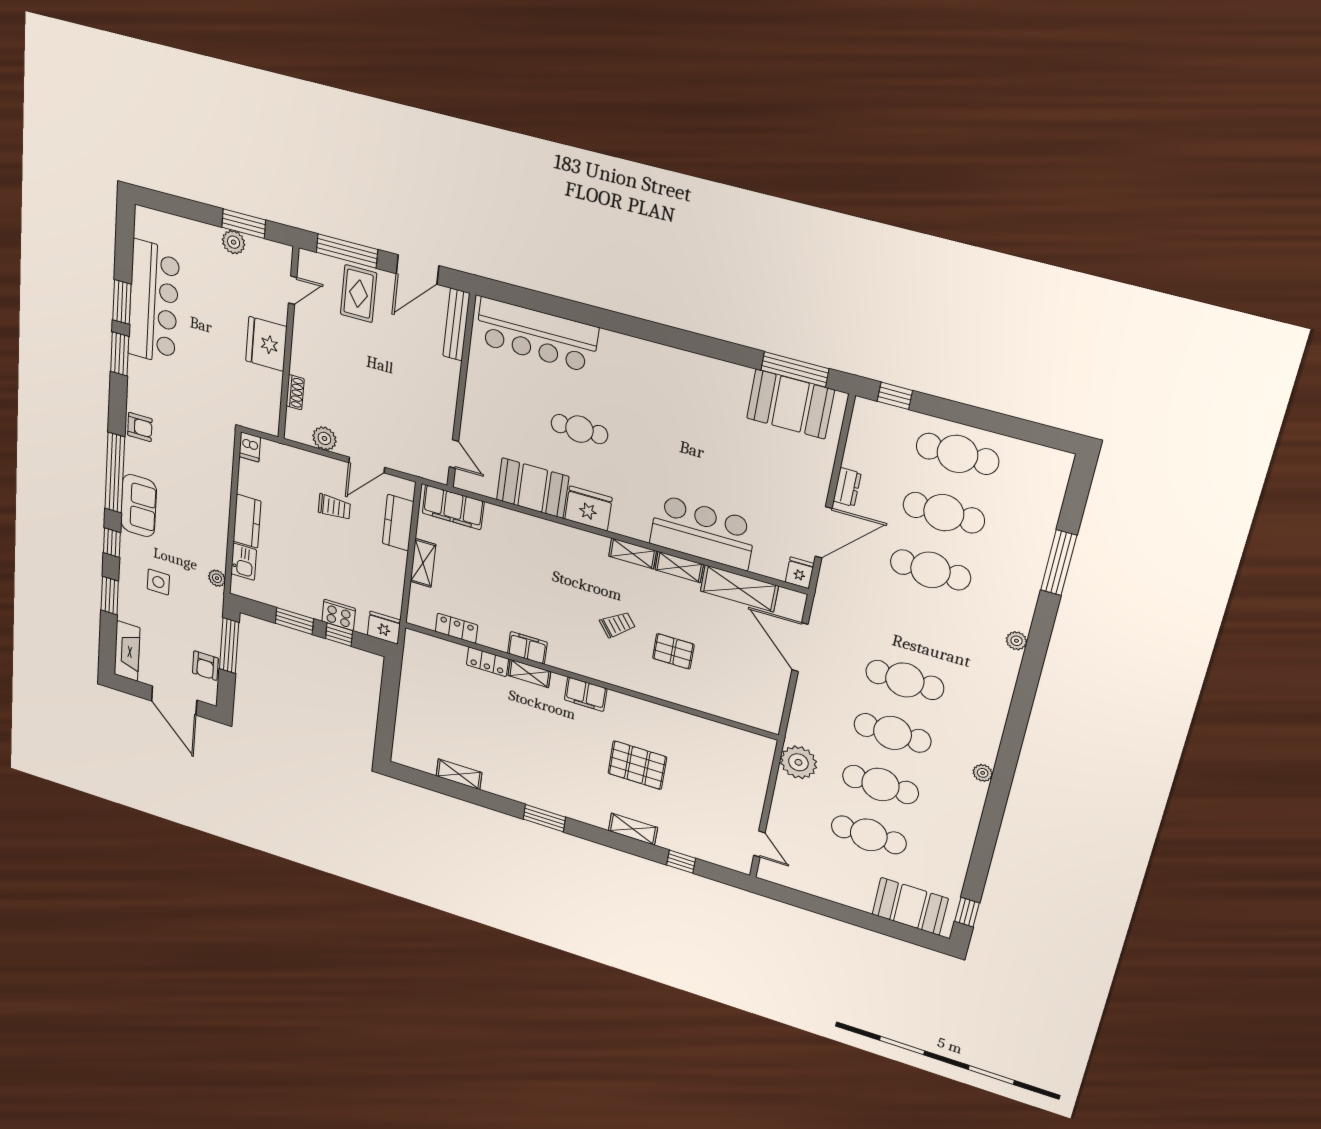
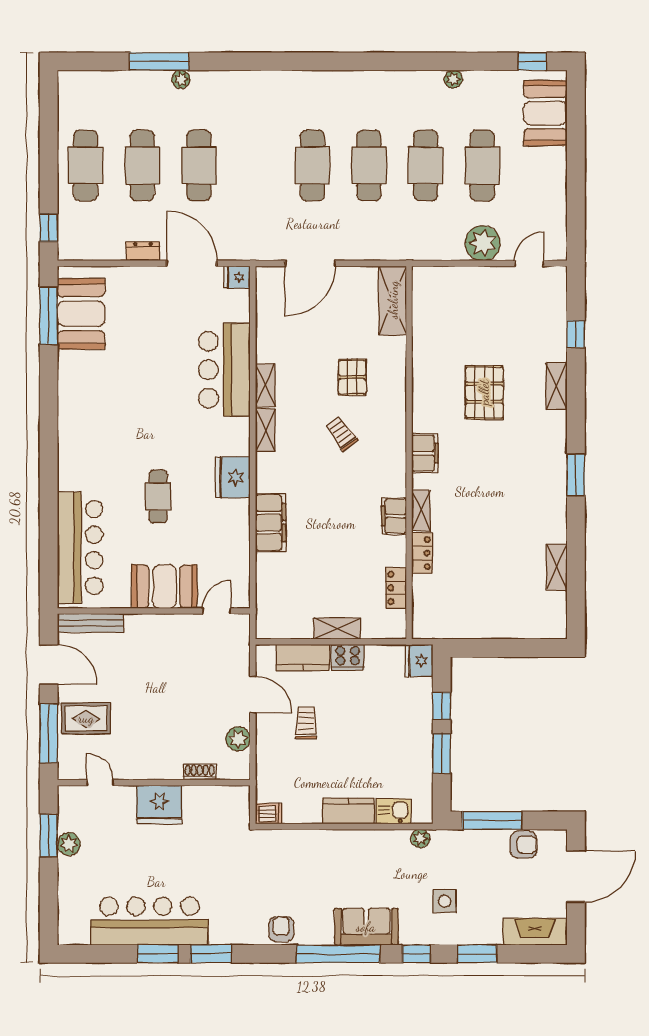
booth: (533, 488) -> (164, 587), moved, turned 90
filing cabinet: (453, 507) -> (271, 523), moved
shelving: (739, 588) -> (393, 300), moved
cooker: (339, 615) -> (348, 657), moved, turned -90
plant: (1016, 641) -> (181, 79), moved
plant: (798, 762) -> (483, 243), moved
plant: (983, 773) -> (453, 79), moved

